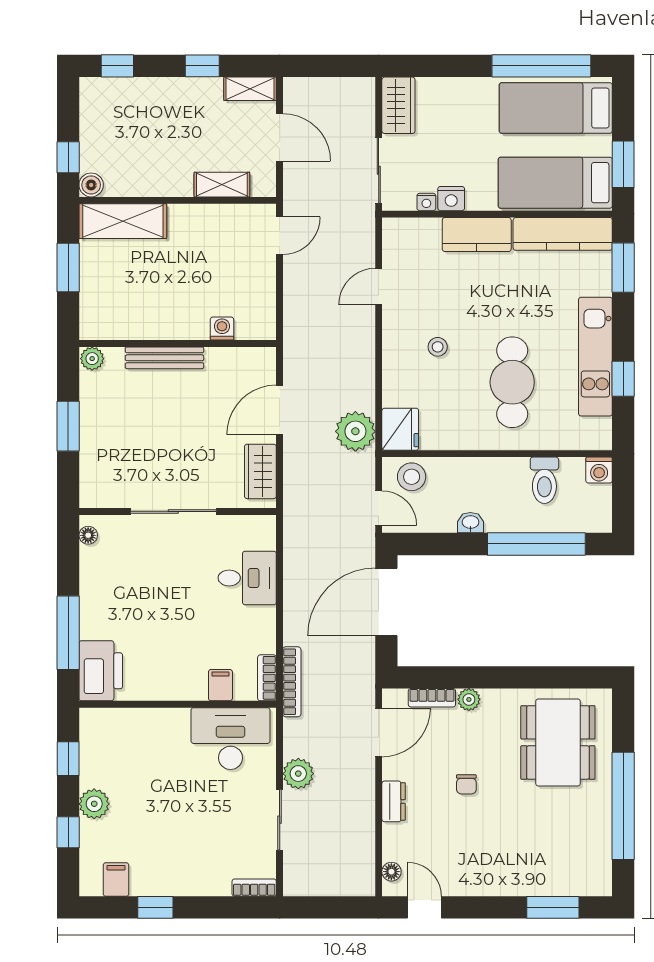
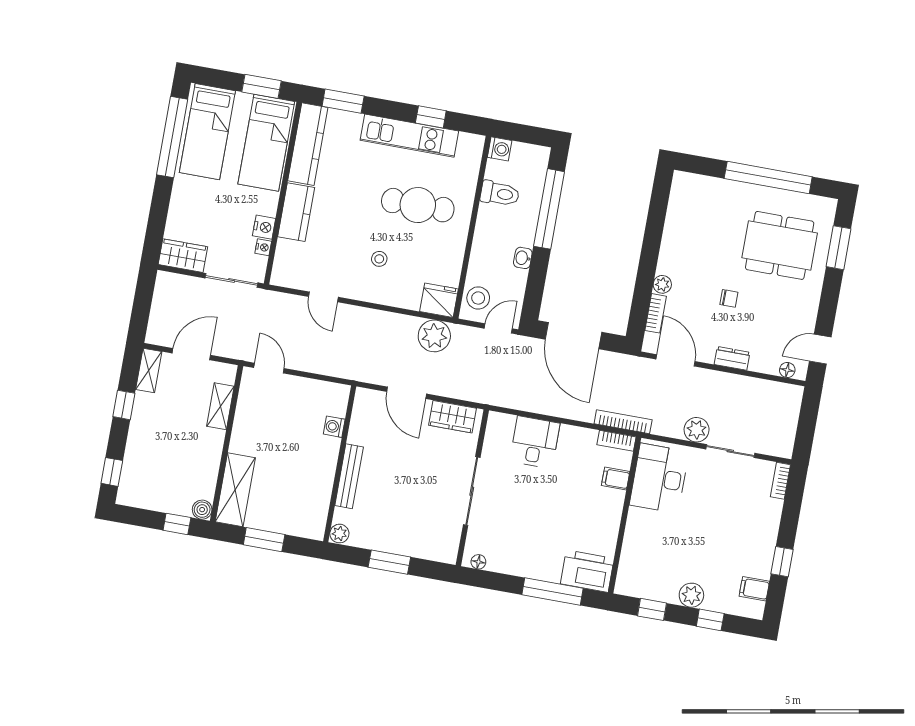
dining table: (558, 742) -> (780, 245), moved

